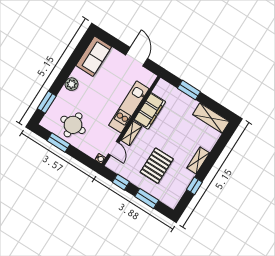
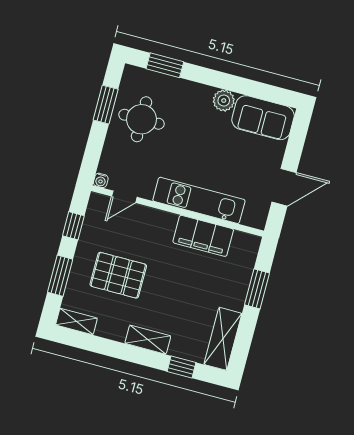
plant: (71, 84) -> (224, 101), moved
shelving: (131, 133) -> (76, 321), moved
window: (194, 186) -> (181, 367), moved

